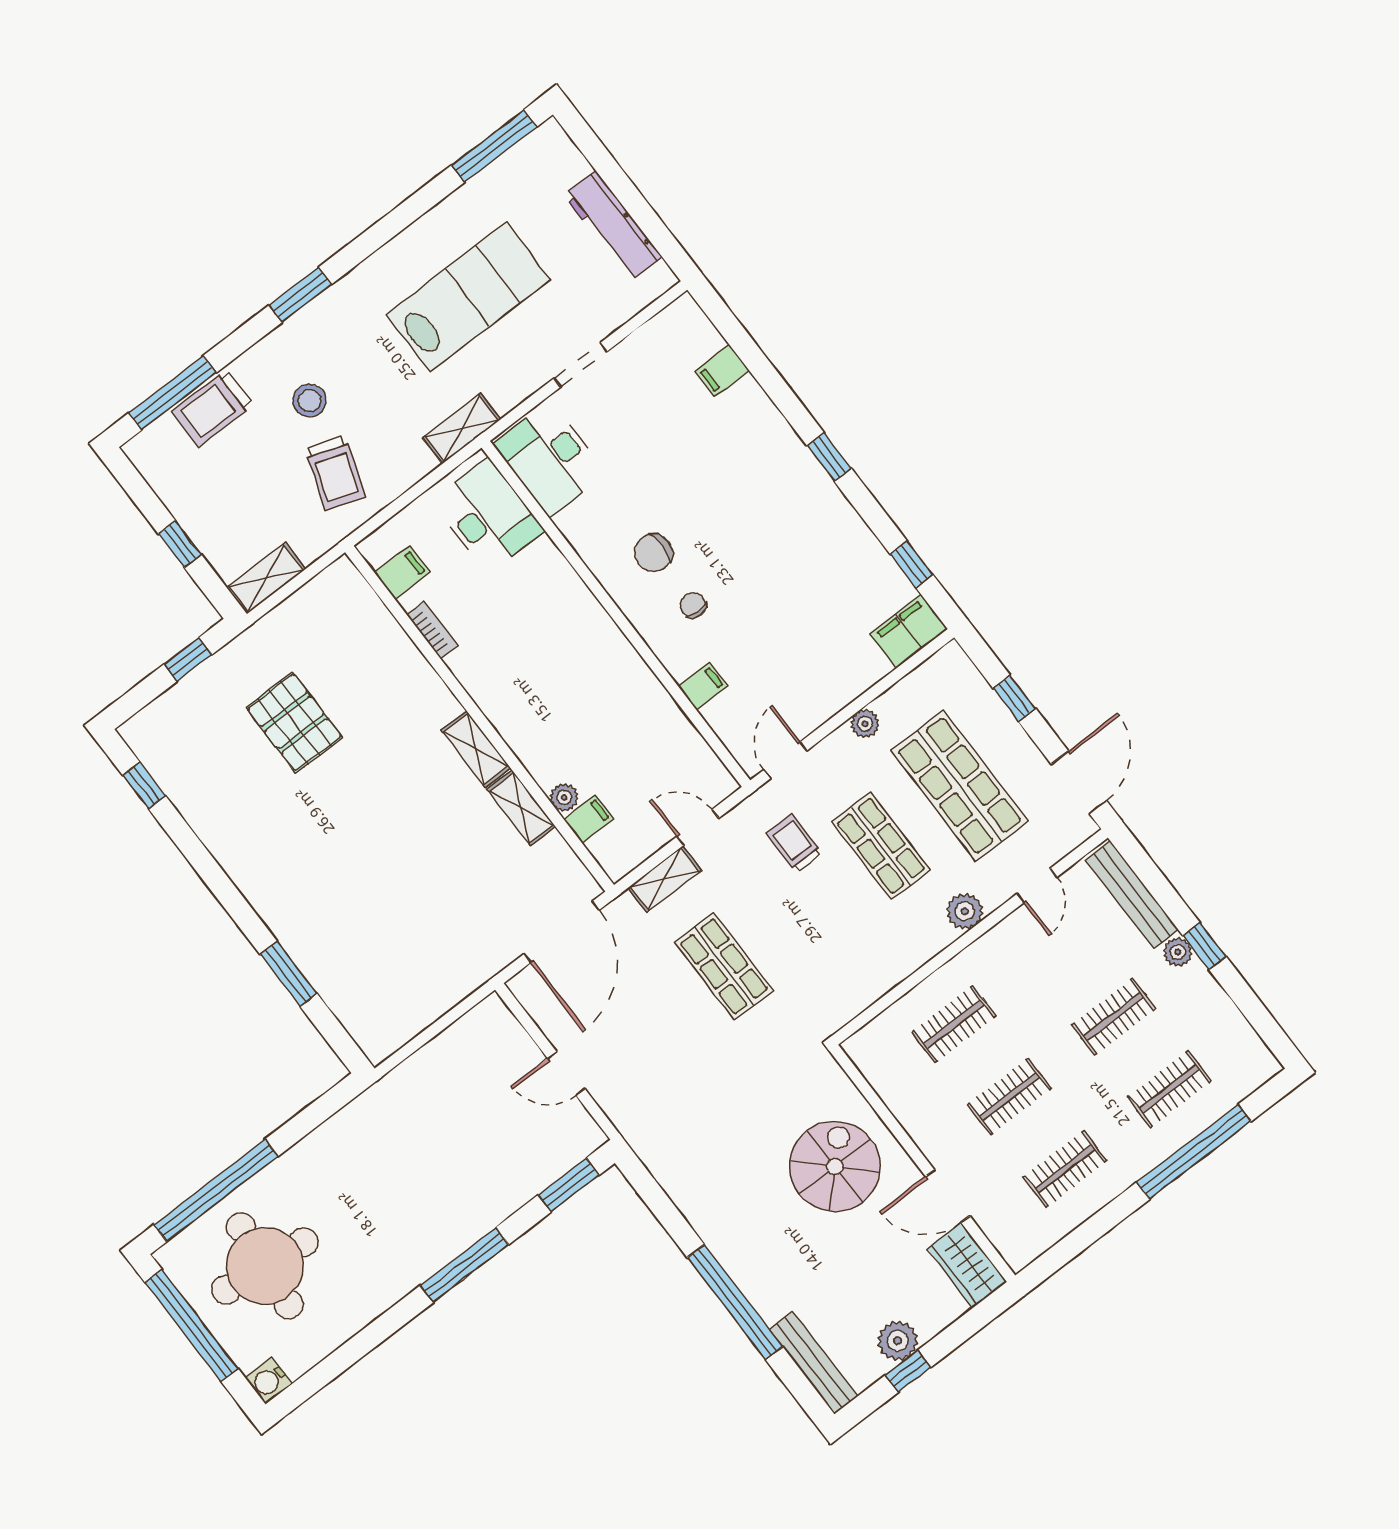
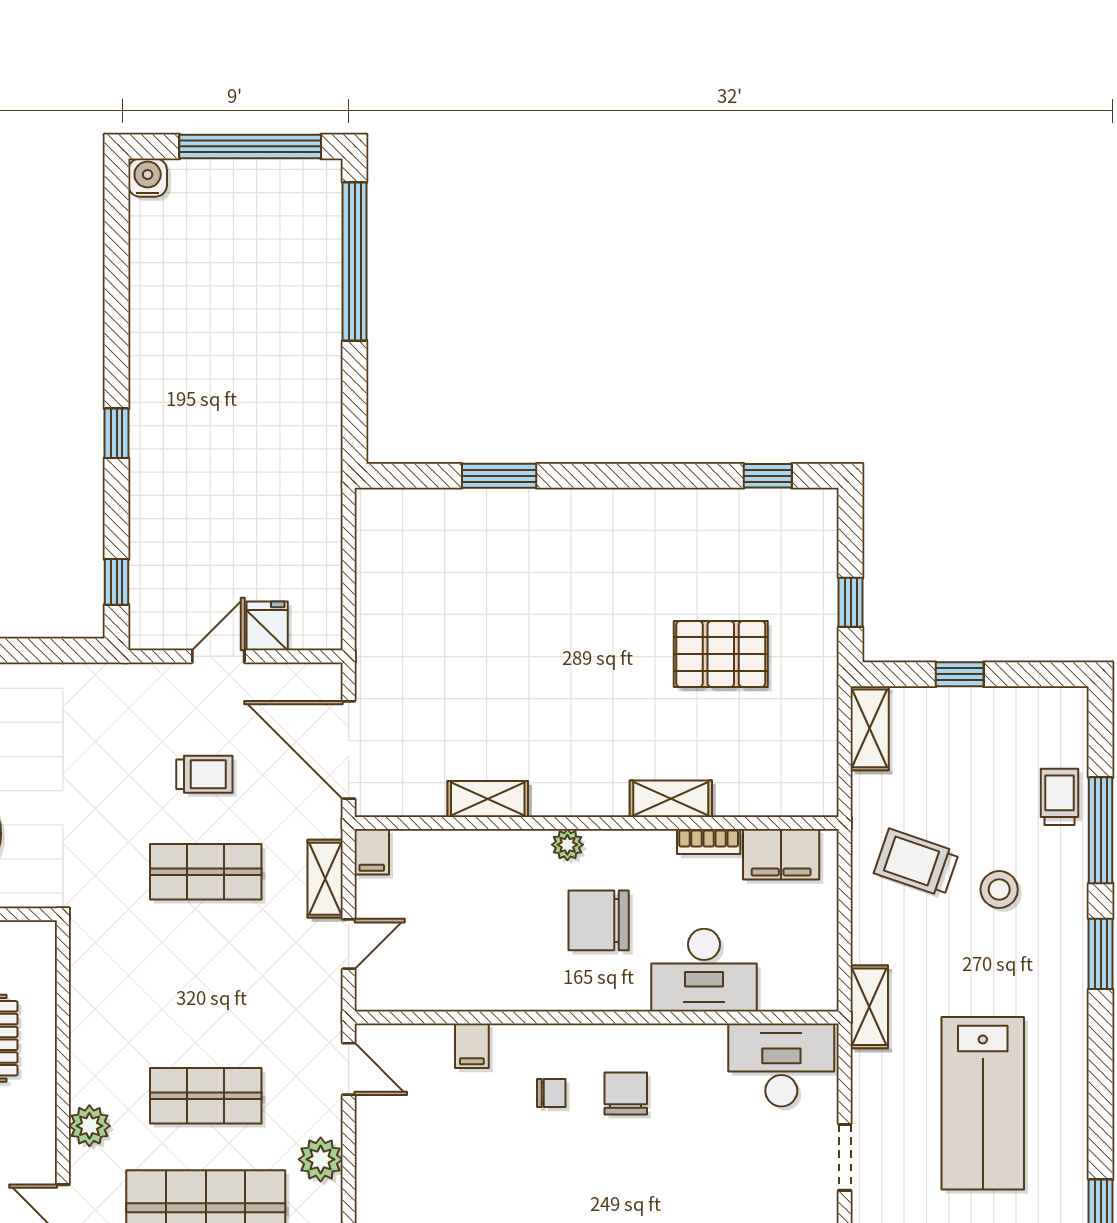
window: (173, 393) -> (1101, 830), moved
trolley: (212, 408) -> (1059, 797), width x0.73, depth x0.72
desk: (488, 516) -> (704, 970), moved
filing cabinet: (402, 572) -> (781, 854), width x2.00
chair: (547, 665) -> (599, 920), added
plant: (865, 724) -> (321, 1159), width x1.38, depth x1.38
shelving: (476, 749) -> (671, 799), moved
plant: (564, 797) -> (567, 845), moved
filing cabinet: (588, 819) -> (372, 852), moved
trolley: (794, 843) -> (204, 774), moved
fridge: (519, 1056) -> (267, 626), added
window: (569, 1185) -> (117, 582), width x0.67
window: (465, 1265) -> (117, 433), width x0.46
round table: (265, 1266) -> (253, 253), removed

